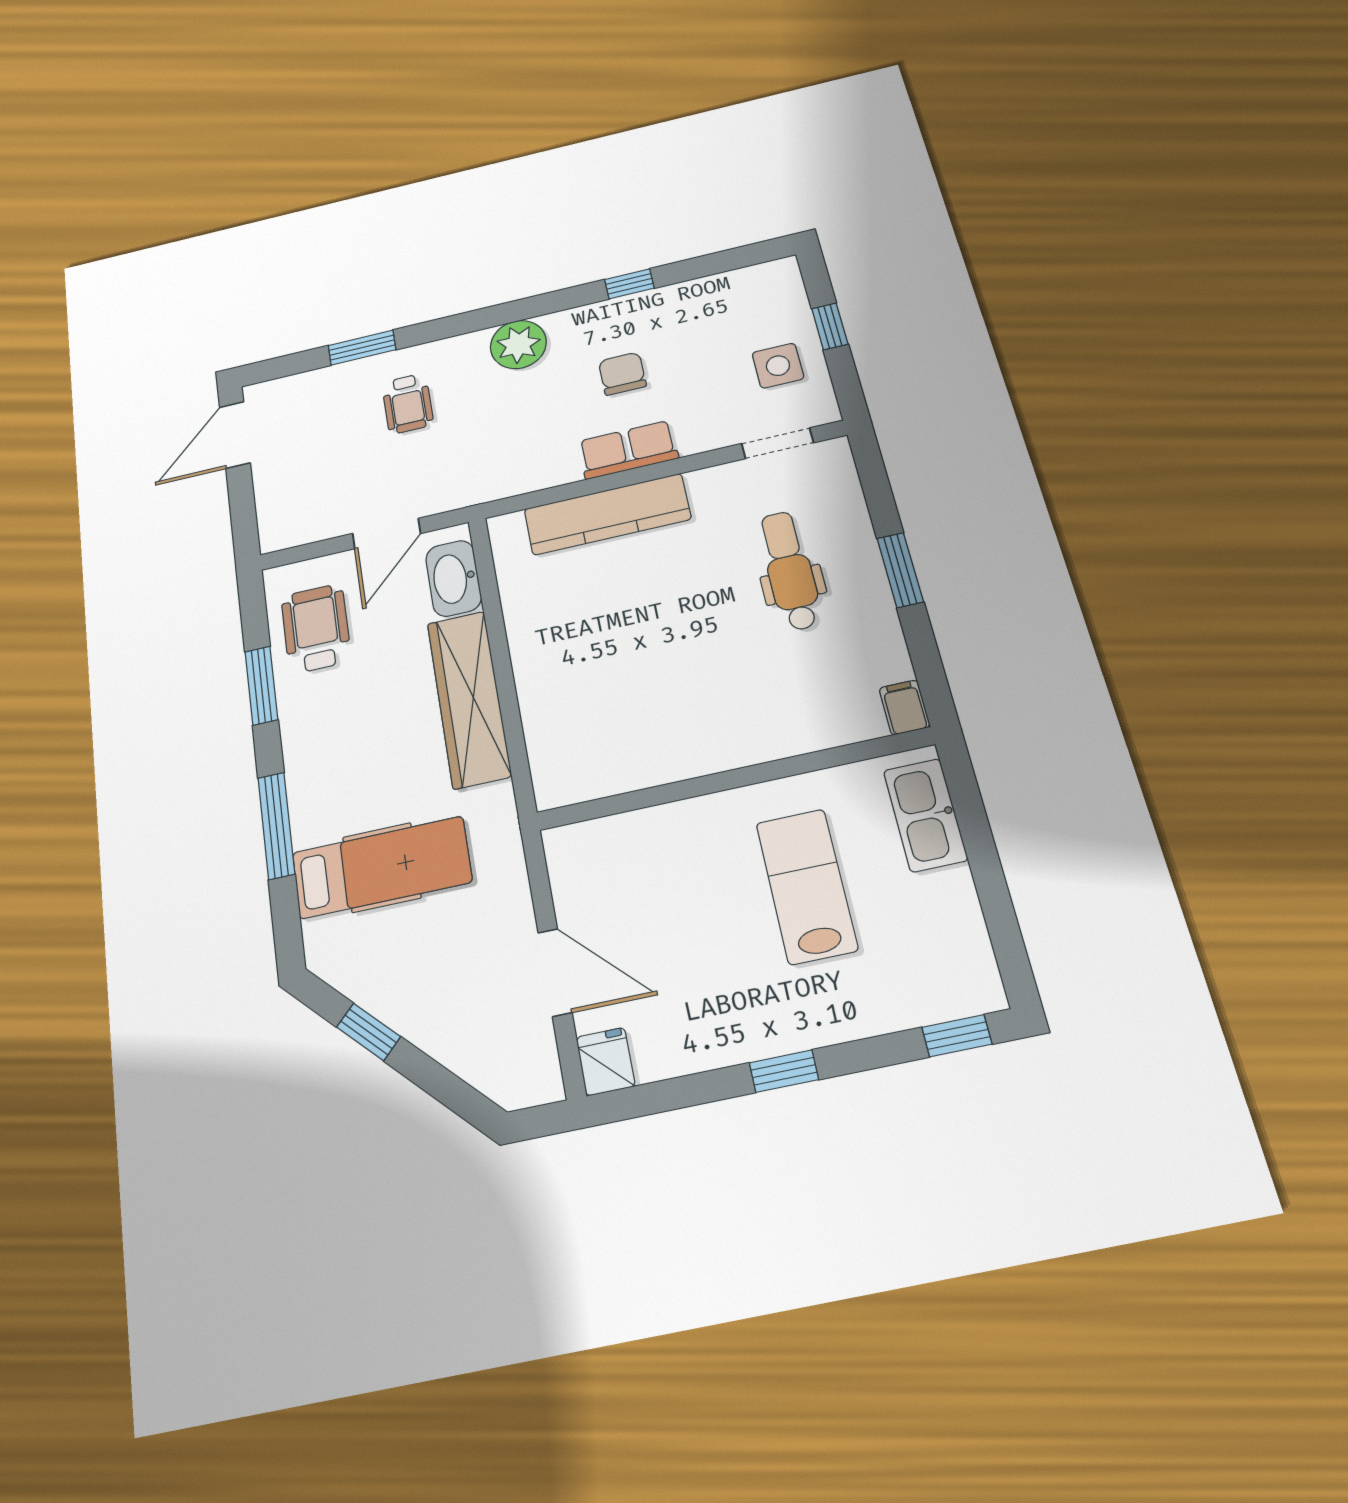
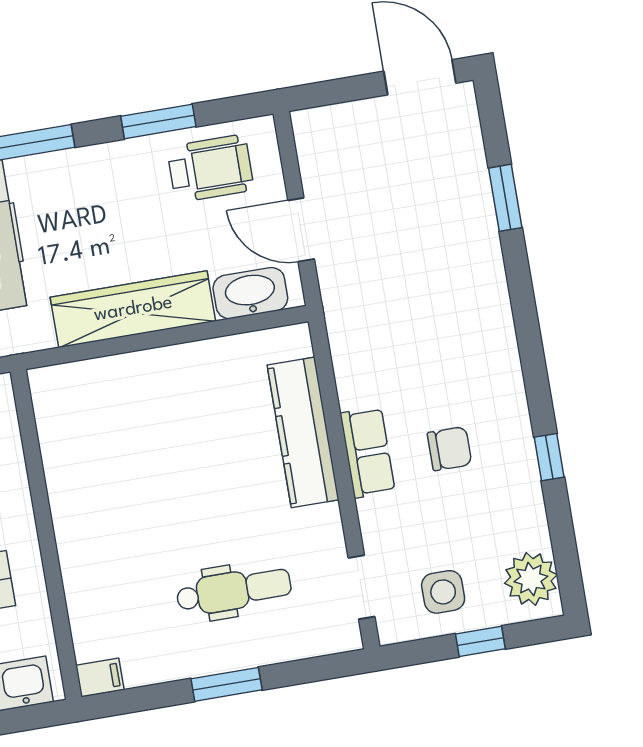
plant: (518, 345) -> (531, 579), moved
wheelchair: (408, 404) -> (438, 245), removed

